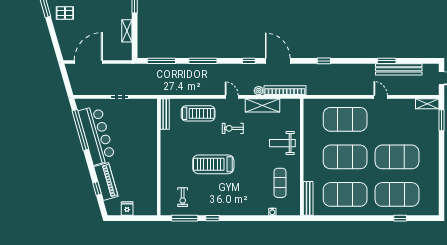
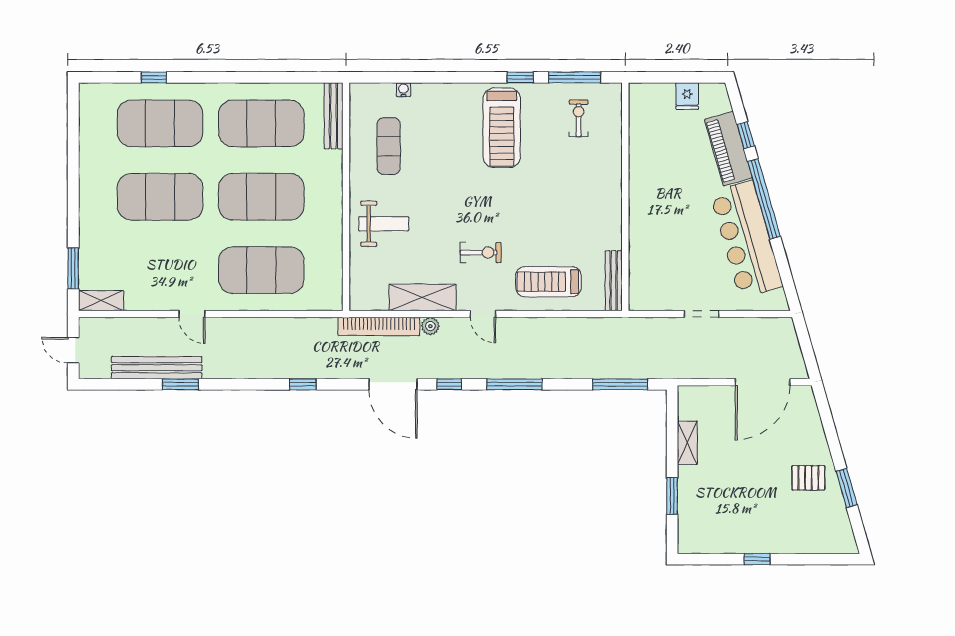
window: (203, 61) -> (514, 384), moved
window: (80, 130) -> (764, 199), moved
treadmill: (213, 164) -> (502, 128), moved, turned 90

